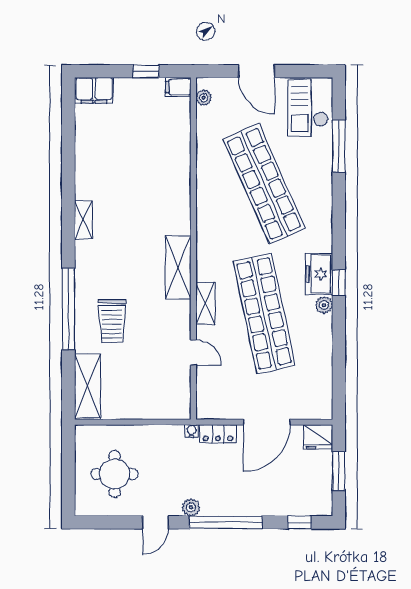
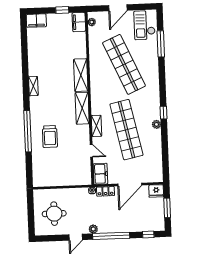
door: (257, 71) -> (118, 8), hinge flipped
filing cabinet: (178, 87) -> (79, 22), width x2.00
freezer: (319, 274) -> (100, 174), moved, turned 180
shelving: (87, 386) -> (81, 75), moved

